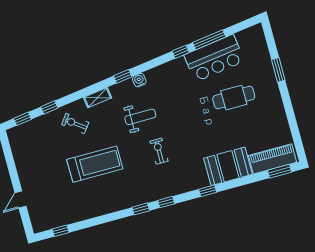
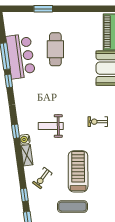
water cooler: (139, 80) -> (25, 139), moved
weight bench: (140, 117) -> (51, 126), turned -90
exercise bike: (159, 151) -> (98, 122), moved
exercise mat: (51, 169) -> (73, 207), added

